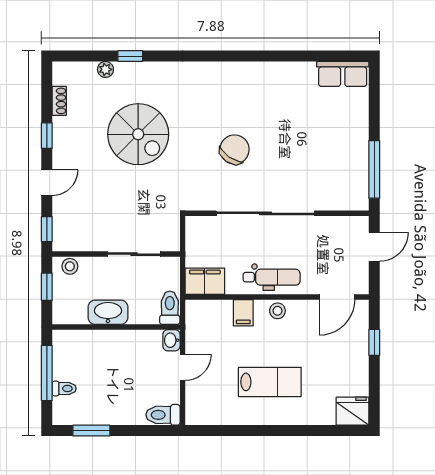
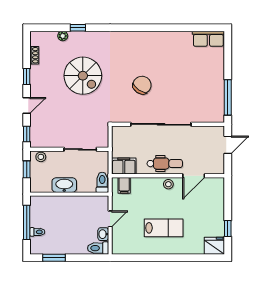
door: (337, 297) -> (194, 176), moved
filing cabinet: (243, 313) -> (124, 185), moved
washbasin: (171, 340) -> (103, 234), moved
window: (374, 342) -> (228, 228), moved

